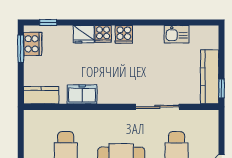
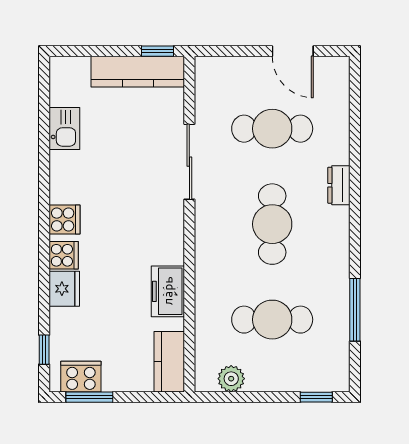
plant: (31, 131) -> (231, 379), added

